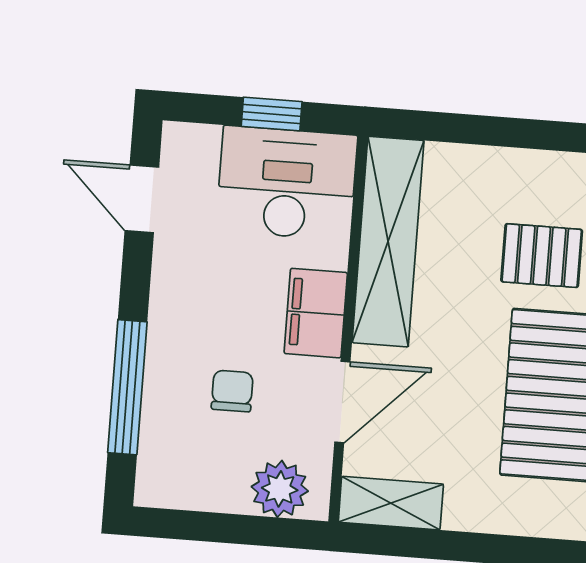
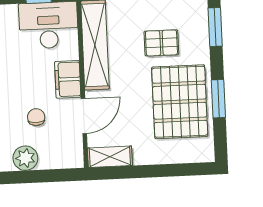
plant: (280, 489) -> (25, 158), moved

